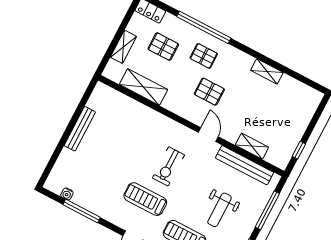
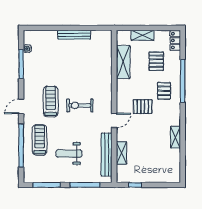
pallet: (209, 92) -> (143, 107), turned 90

